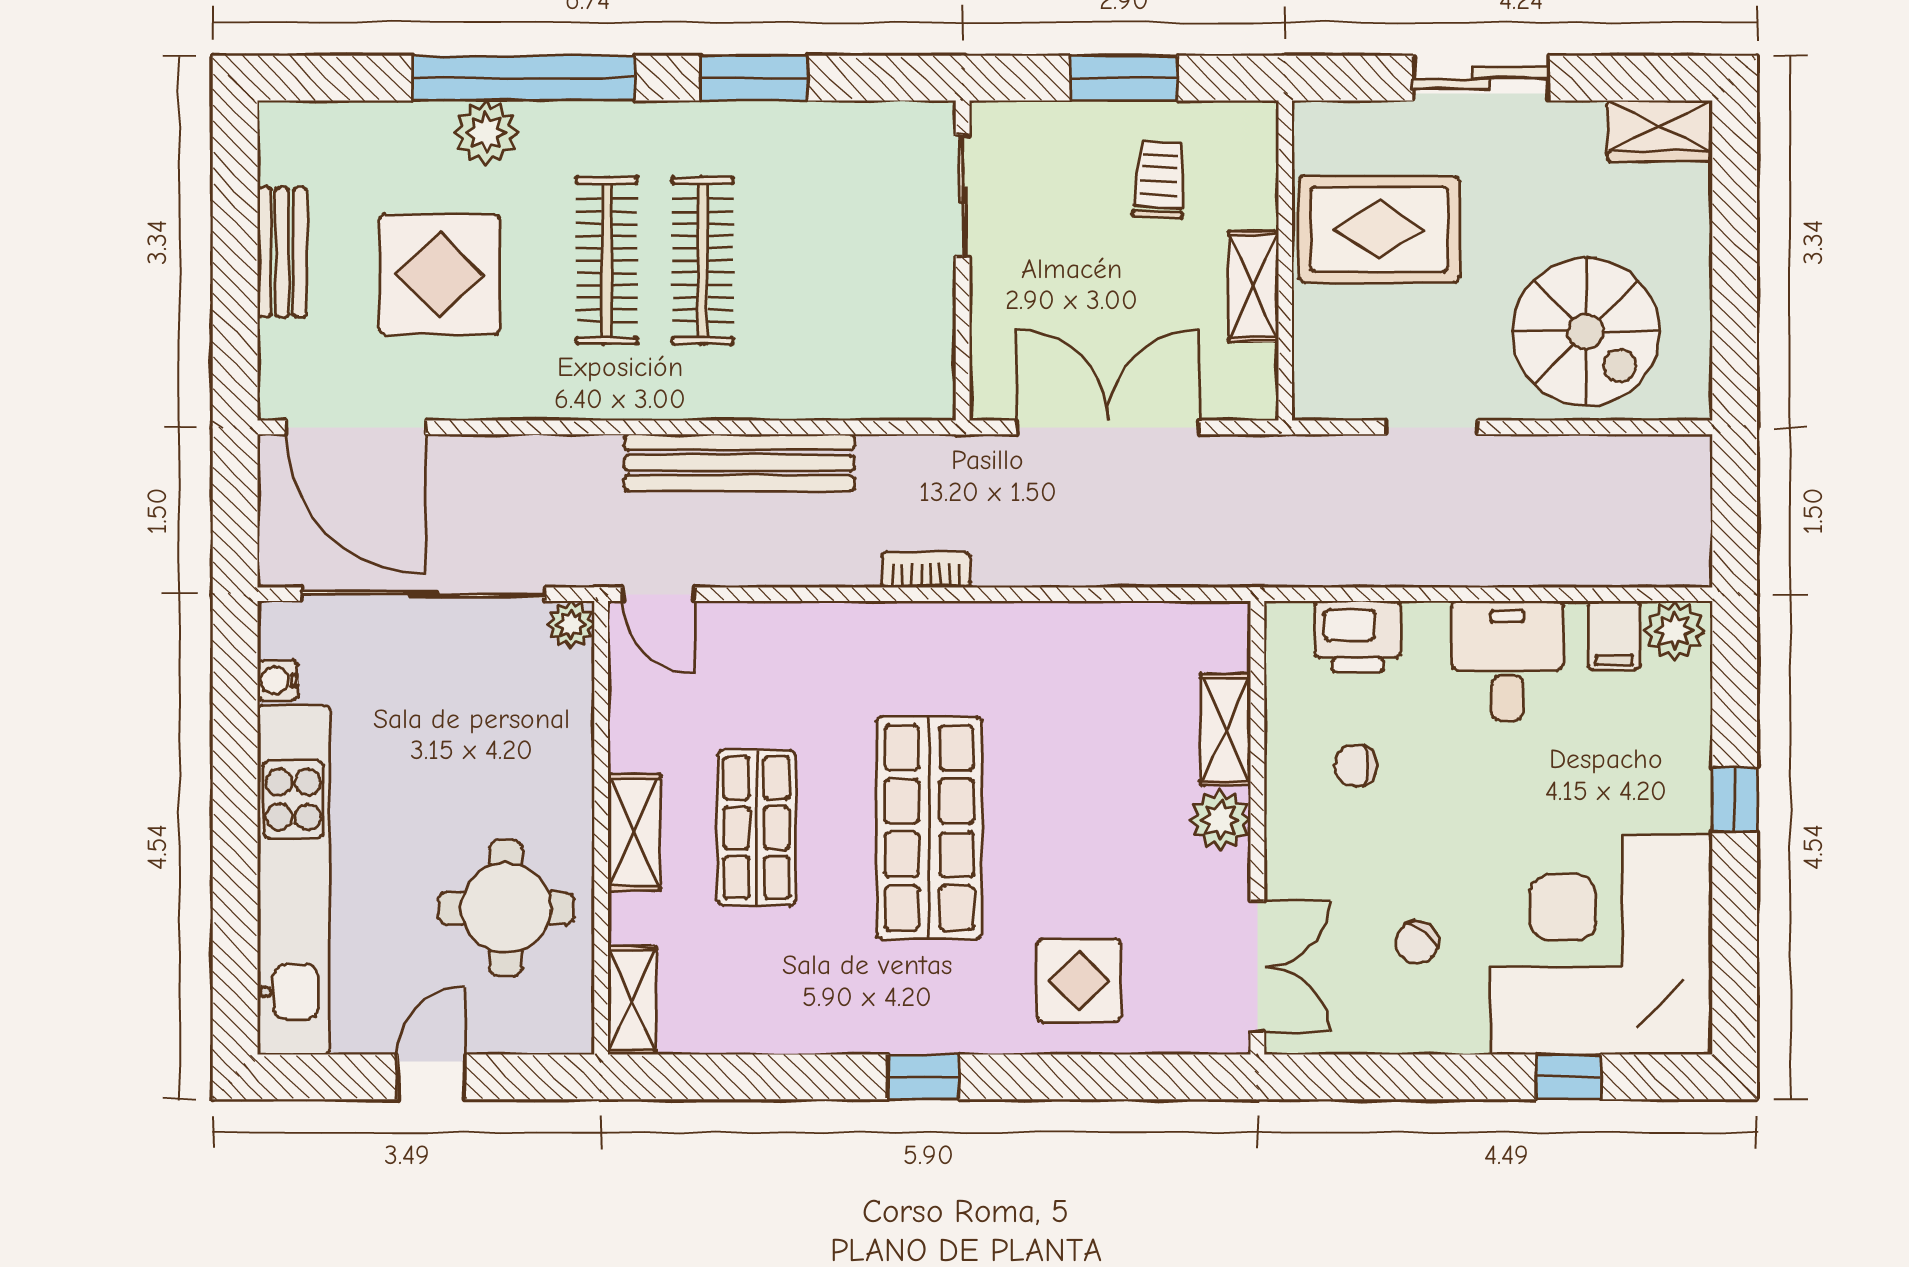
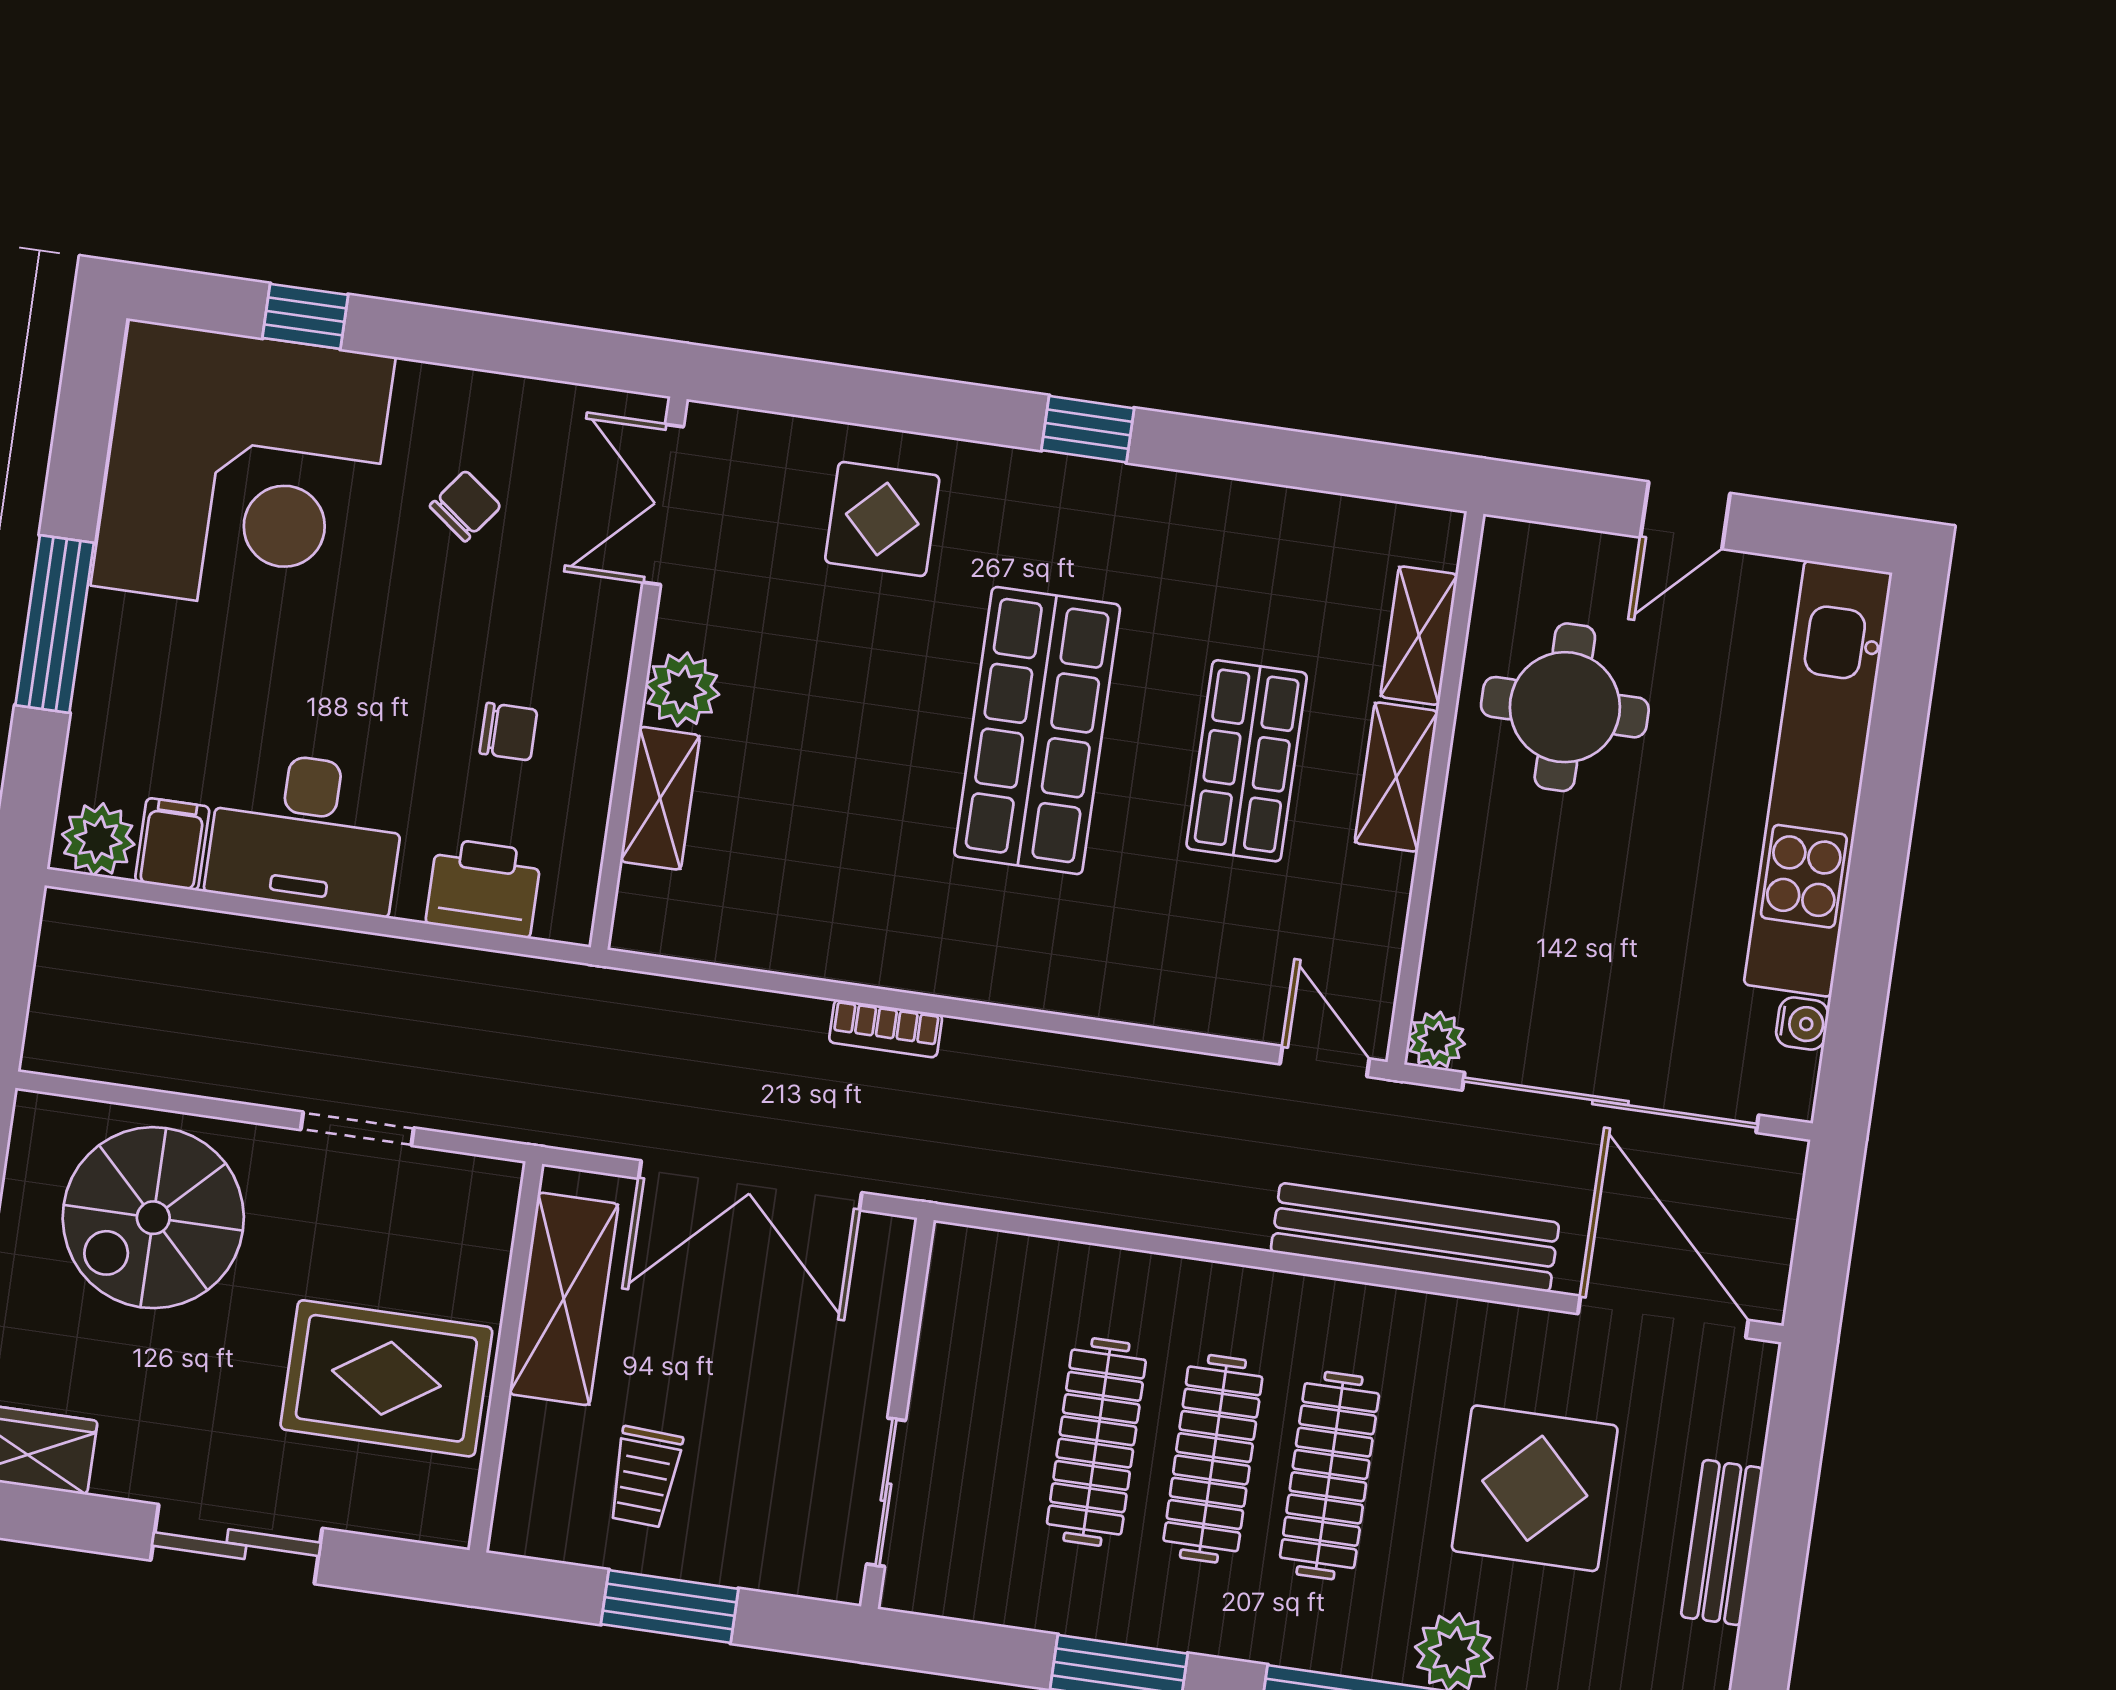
clothes rail: (799, 260) -> (1096, 1442), added
shelving: (1254, 286) -> (564, 1299), width x1.50, depth x1.33
spiral stairs: (1586, 332) -> (153, 1218), turned -90
bench: (739, 463) -> (1415, 1237), moved
bookcase: (926, 570) -> (886, 1028), moved
desk: (1507, 661) -> (306, 832), width x1.37
window: (1735, 800) -> (55, 624), width x2.17
shelving: (632, 1001) -> (1419, 636), moved

